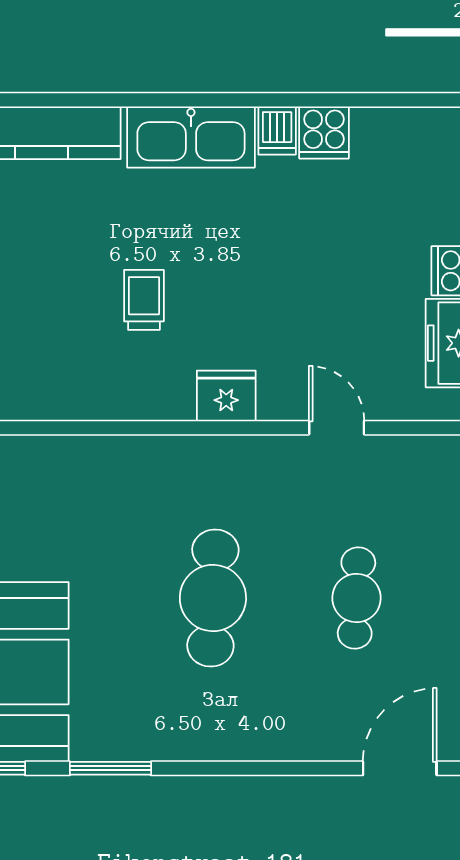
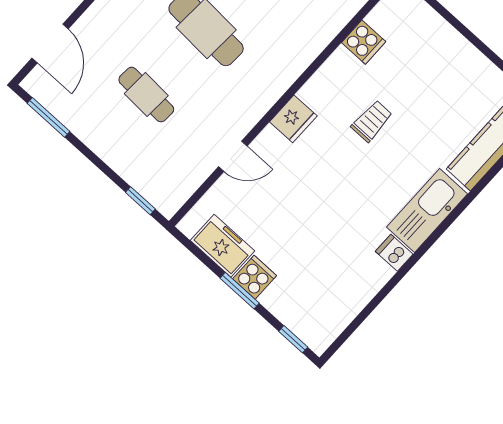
cooker: (324, 132) -> (364, 42), moved, turned 180
trolley: (144, 300) -> (372, 121), turned -90

